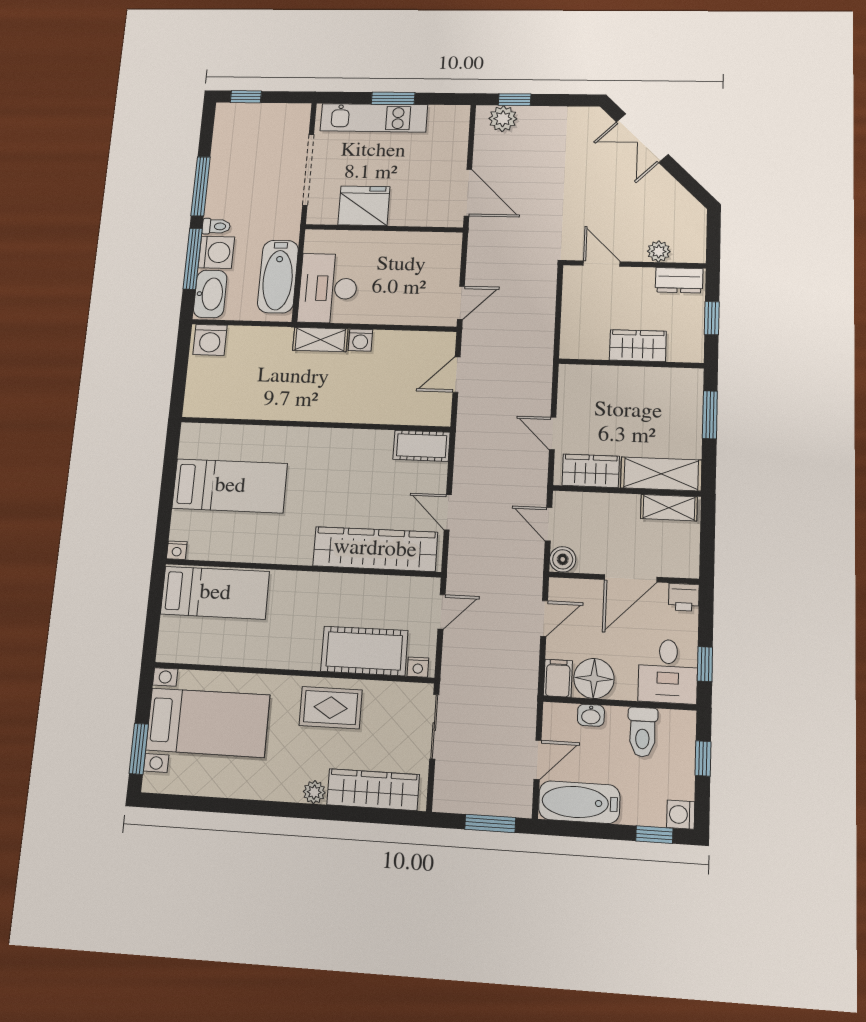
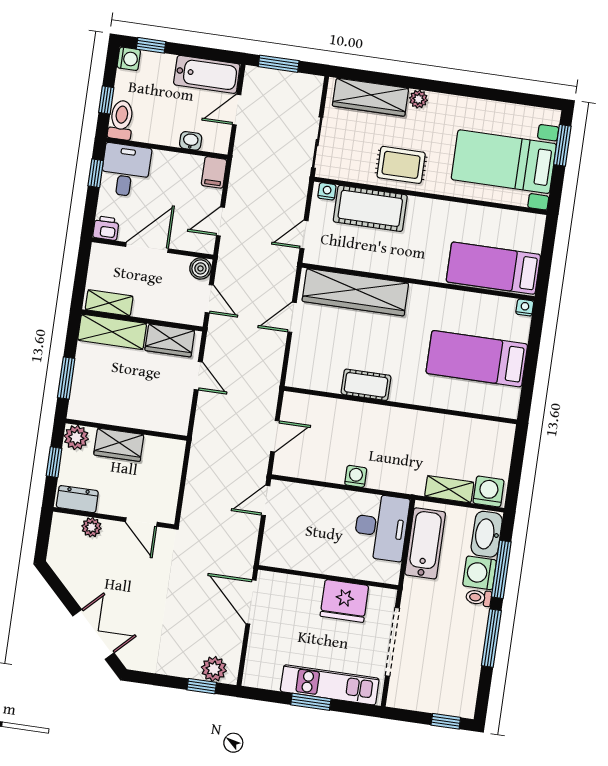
shelving: (320, 340) -> (449, 489), moved
plant: (689, 348) -> (76, 437), added
cot: (422, 446) -> (366, 385), moved
door: (448, 512) -> (292, 317), swing flipped
floor lamp: (594, 678) -> (185, 170), removed
toilet: (643, 732) -> (121, 120), moved

